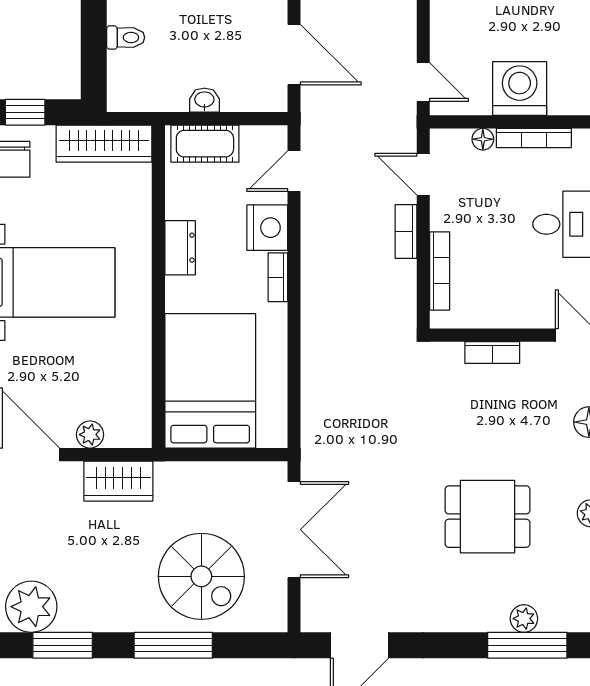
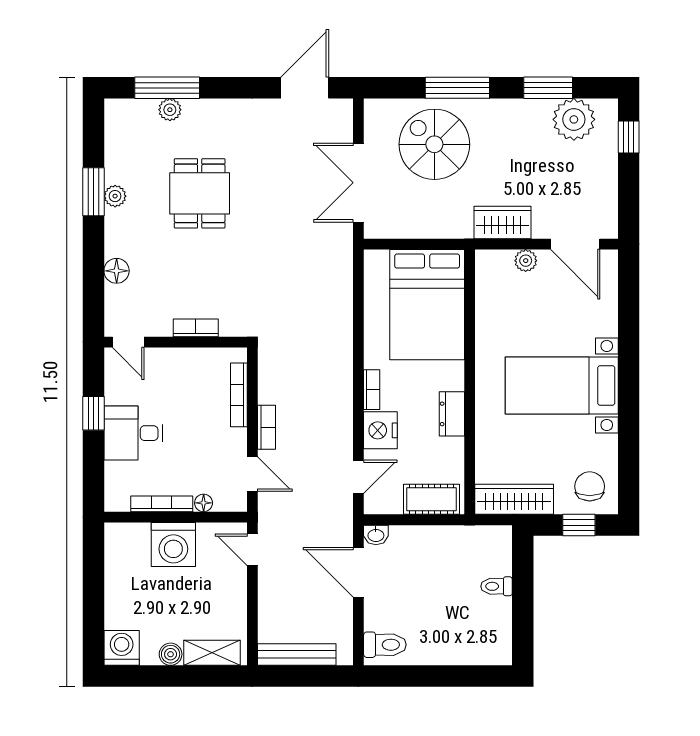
washbasin: (204, 100) -> (376, 535), moved
dining table: (488, 517) -> (200, 193), turned 90

